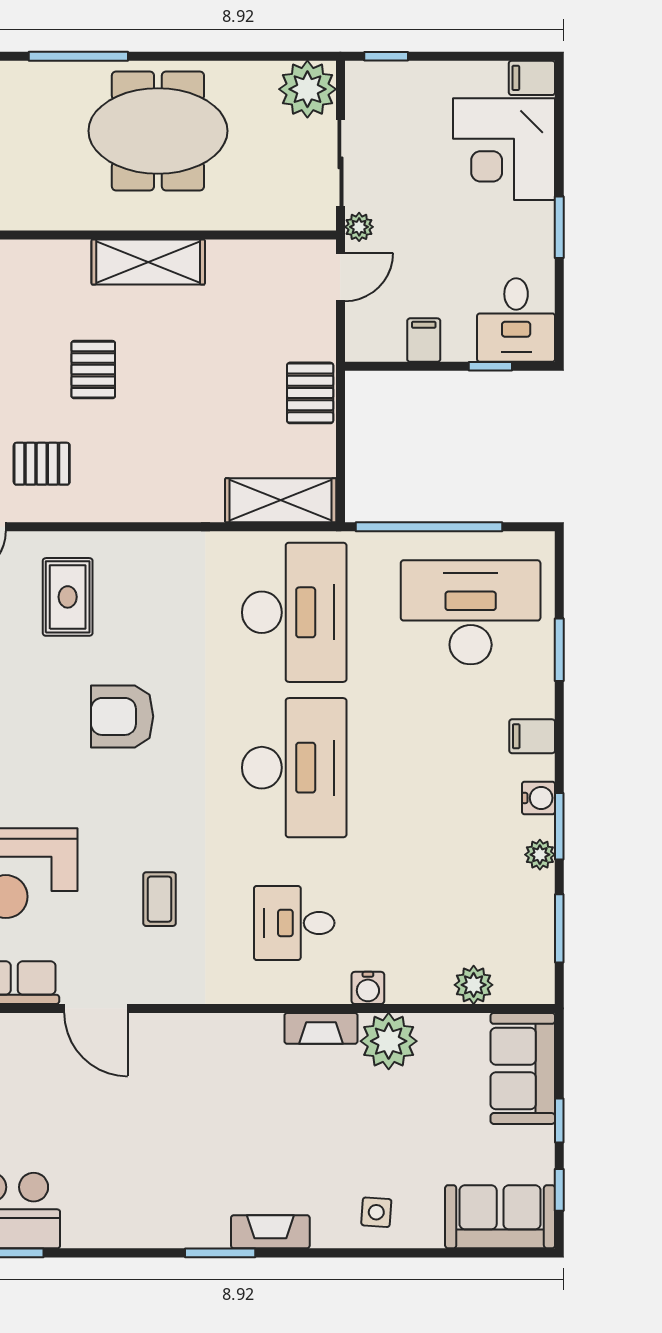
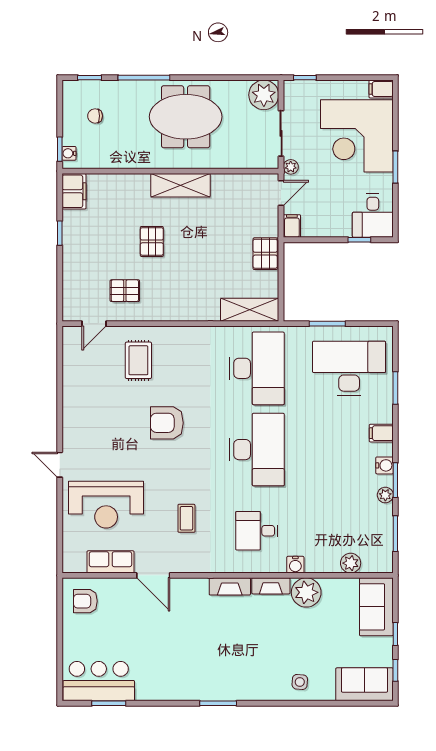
corner desk: (504, 149) -> (357, 136), width x1.36, depth x1.36
filing cabinet: (424, 340) -> (292, 226), moved
window: (429, 527) -> (327, 324), width x0.47
fireplace: (270, 1232) -> (230, 586), moved, turned 180

